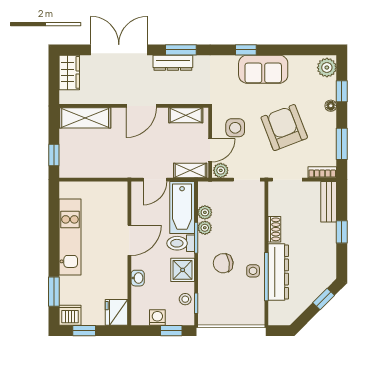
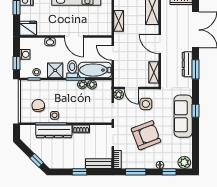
sofa: (263, 69) -> (183, 116), width x1.36
shelving: (190, 170) -> (119, 21), moved
chair: (223, 263) -> (38, 105), moved

